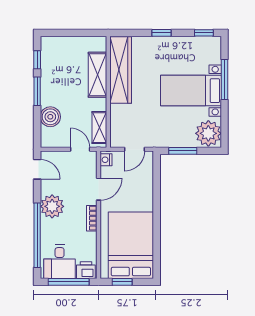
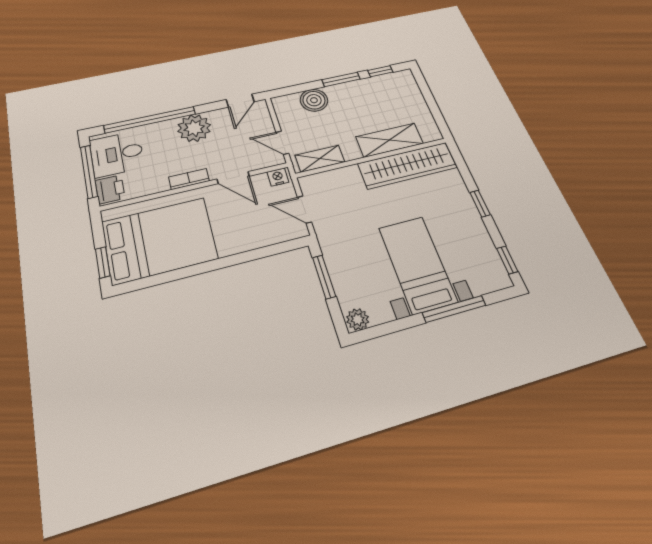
plant: (208, 133) -> (358, 319), width x0.53, depth x0.53
door: (80, 149) -> (282, 143), swing flipped
window: (122, 282) -> (103, 262), moved

